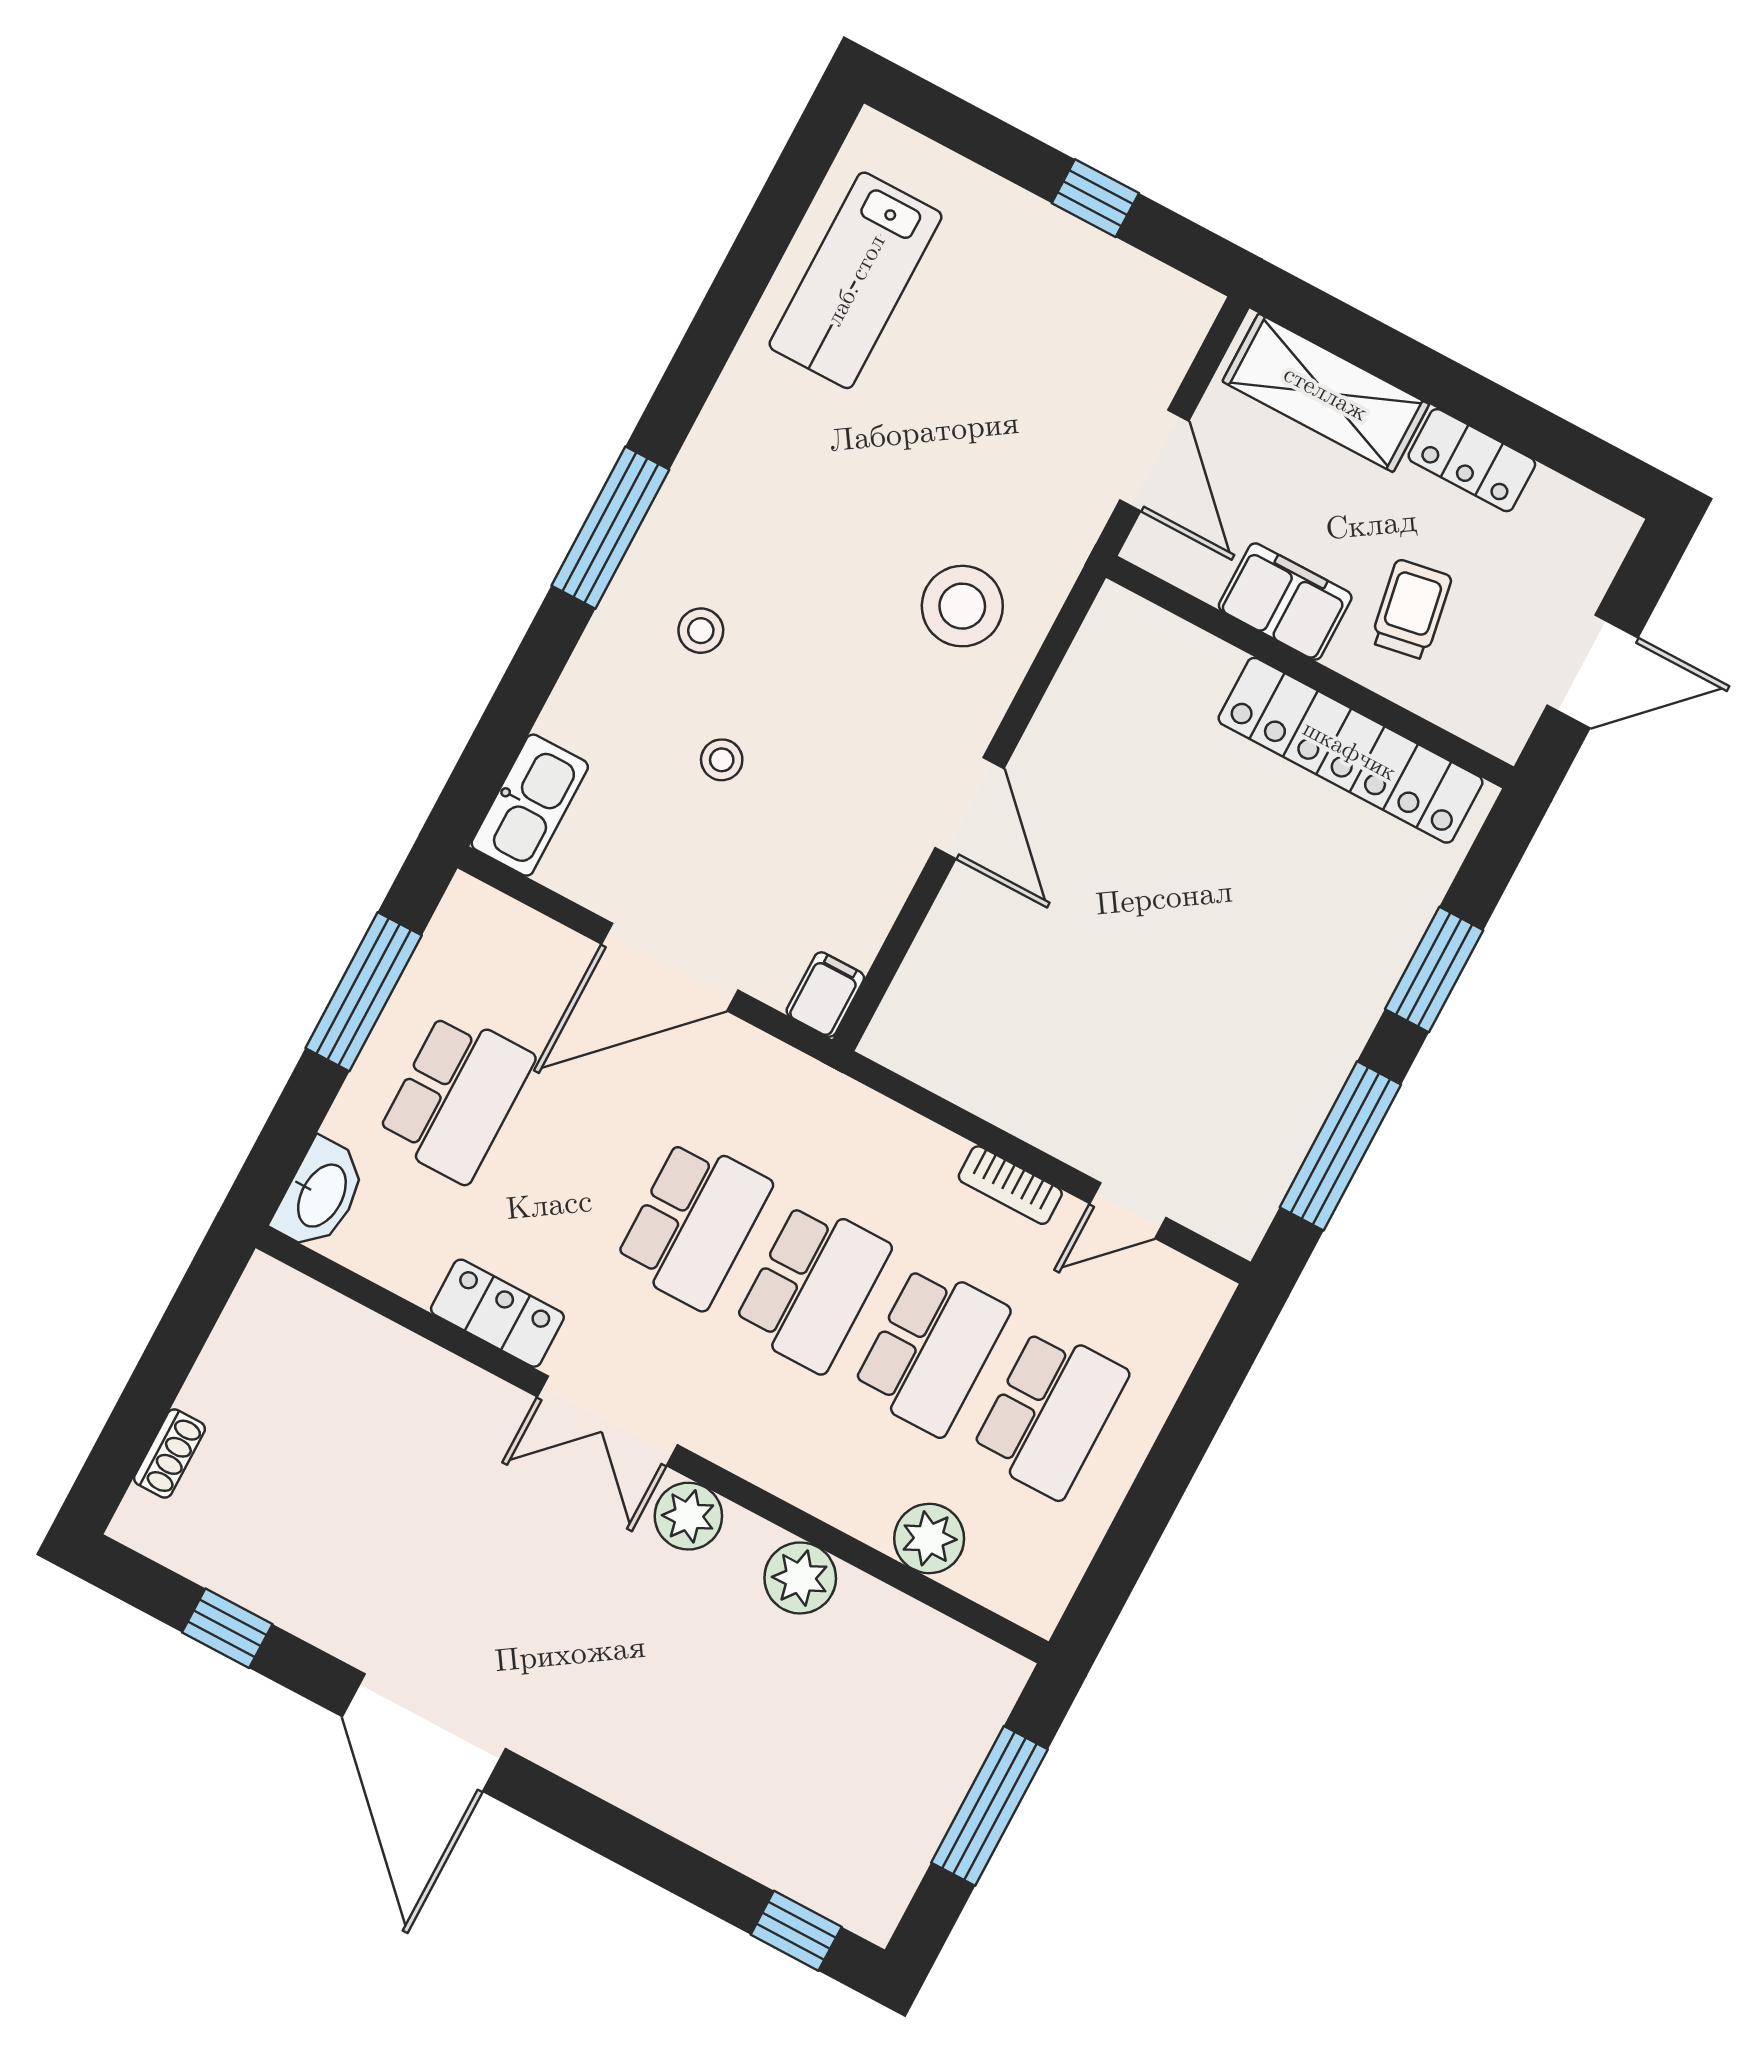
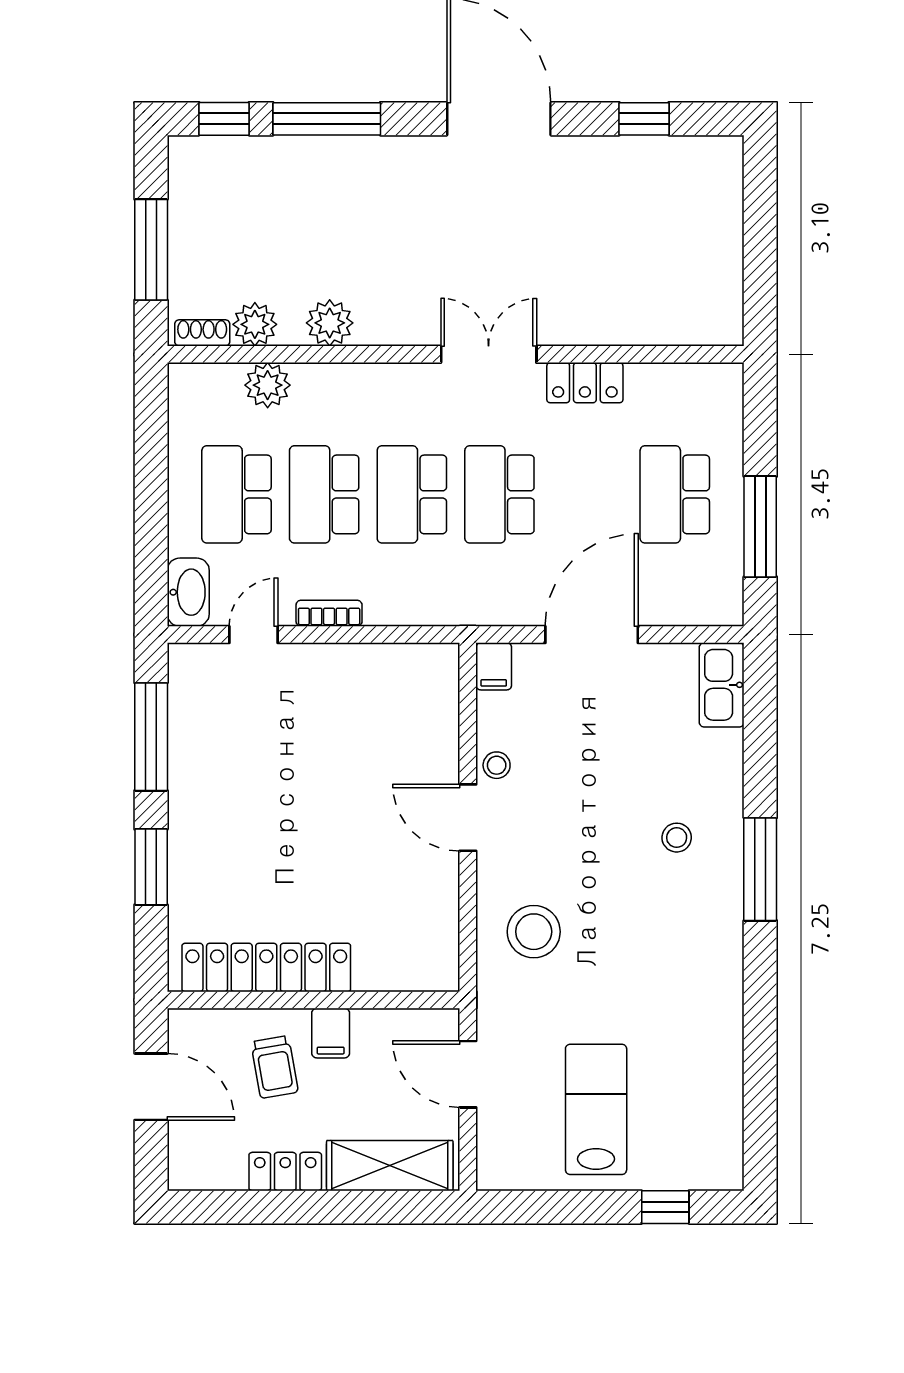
window: (1095, 198) -> (665, 1207), moved
lab bench: (855, 280) -> (596, 1109), moved
filing cabinet: (1285, 602) -> (331, 1033), width x0.50
door: (1593, 672) -> (151, 1087), swing flipped
stool: (722, 760) -> (497, 765), moved
washbasin: (320, 1195) -> (188, 592), moved, turned 180
shoe rack: (169, 1454) -> (202, 333), moved, turned 90
plant: (688, 1516) -> (255, 324), moved
window: (657, 1857) -> (327, 119), added

